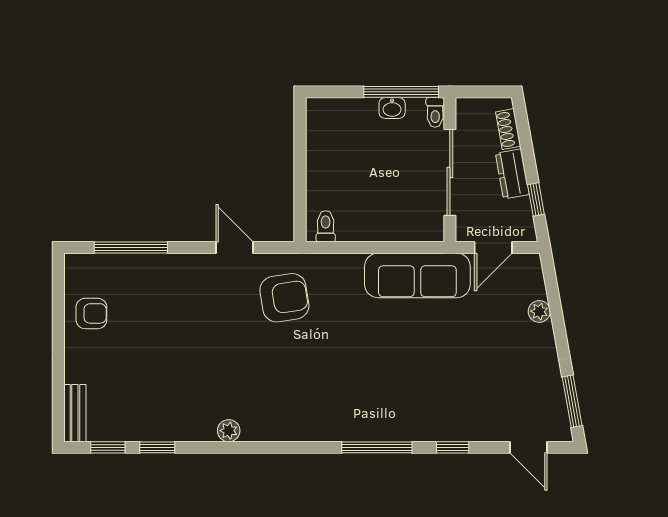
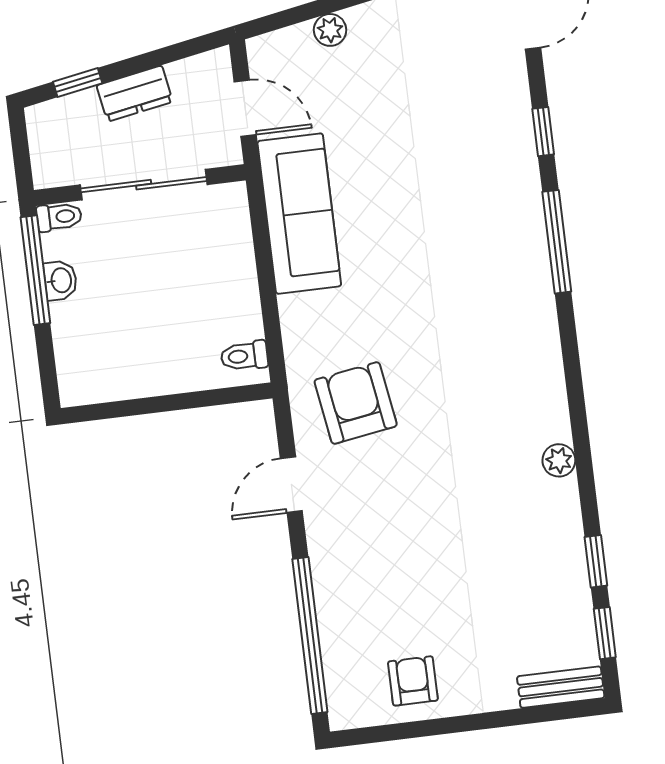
shoe rack: (508, 129) -> (70, 108), removed
window: (536, 199) -> (78, 83), moved
window: (131, 247) -> (310, 635), width x1.46

